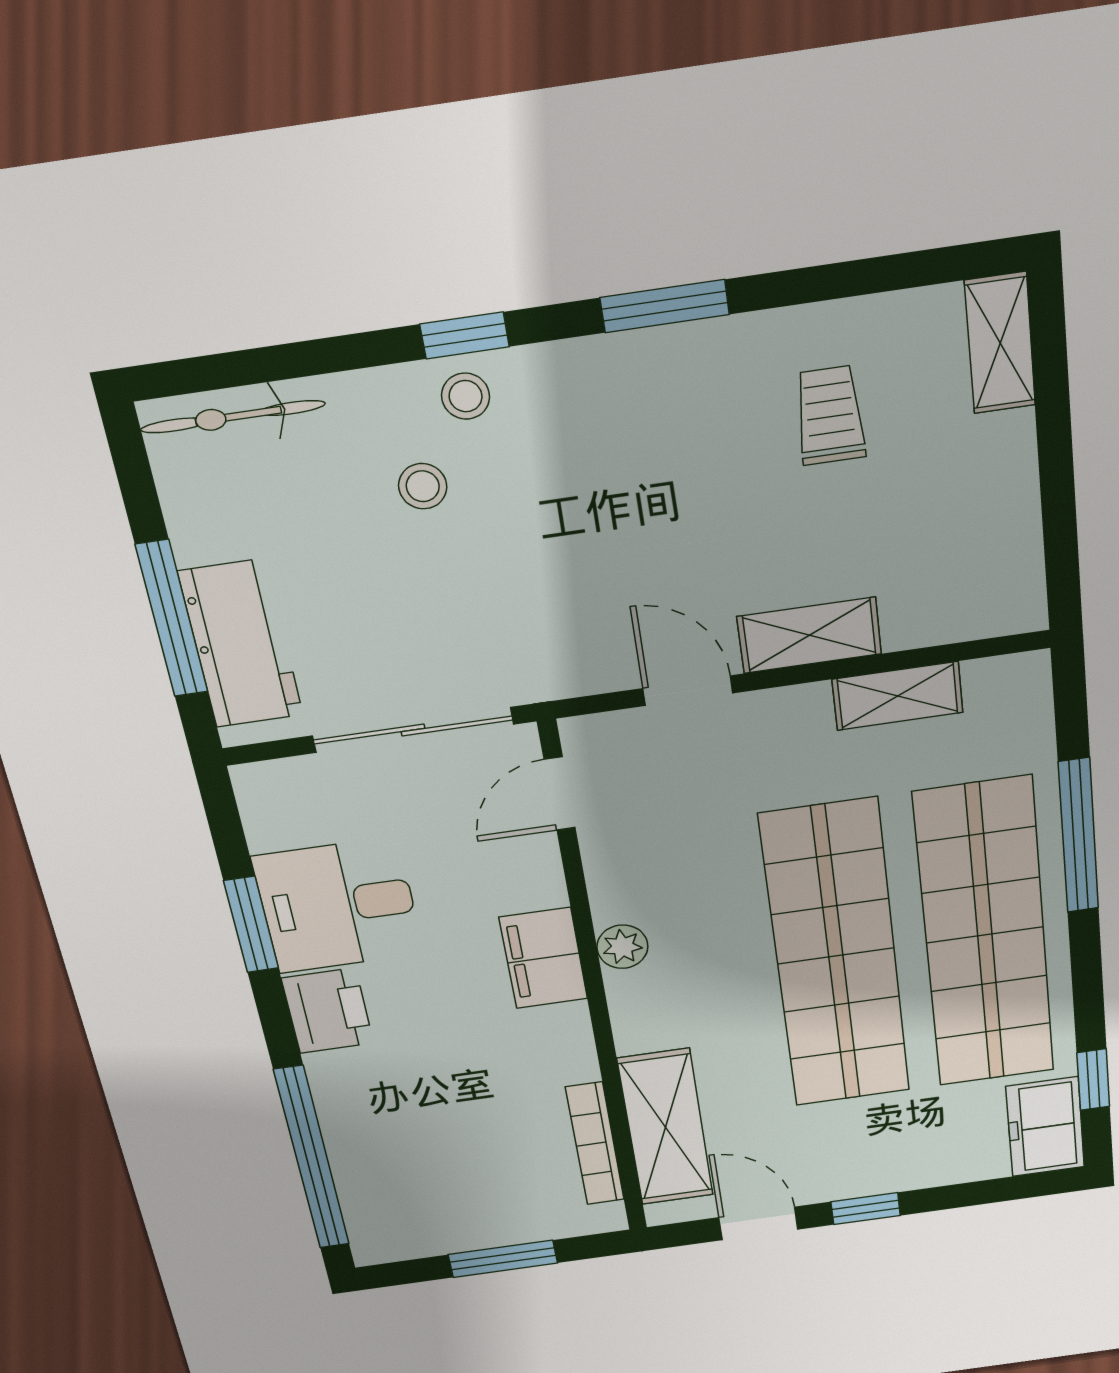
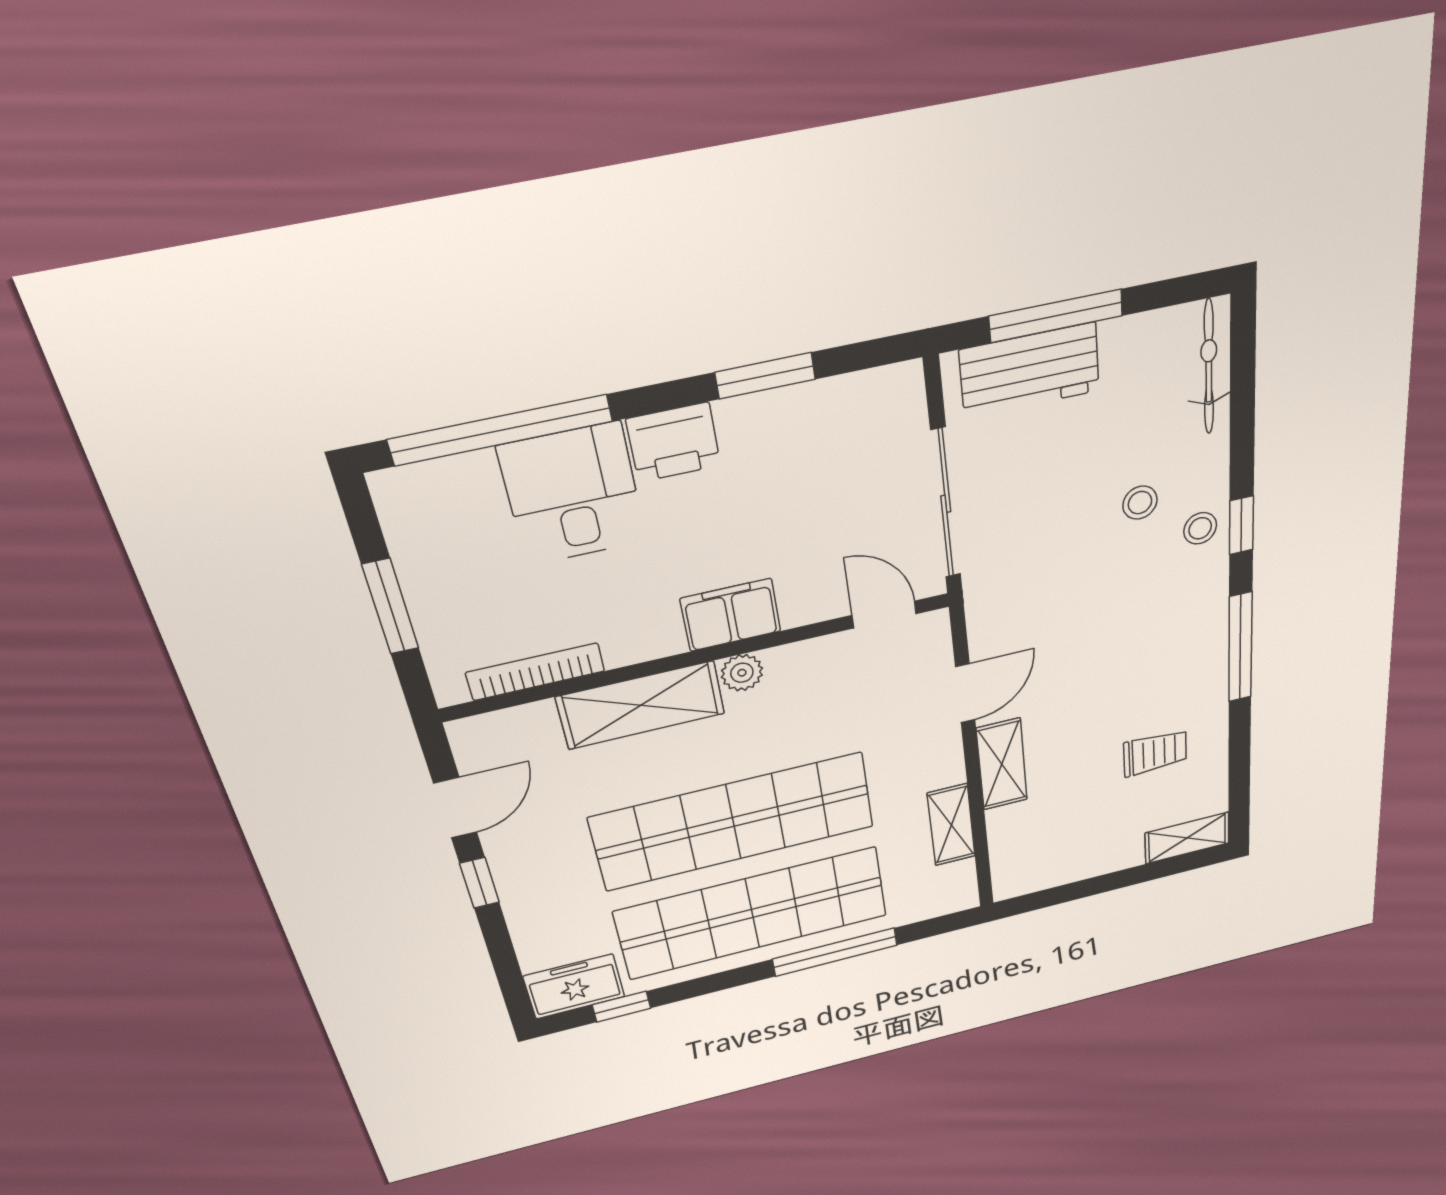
window: (665, 306) -> (1240, 647), width x1.44
desk: (338, 905) -> (573, 494), moved
shelving: (665, 1127) -> (641, 705), moved

